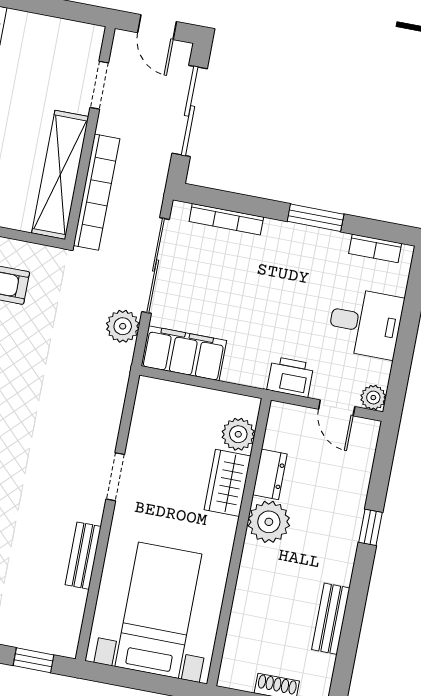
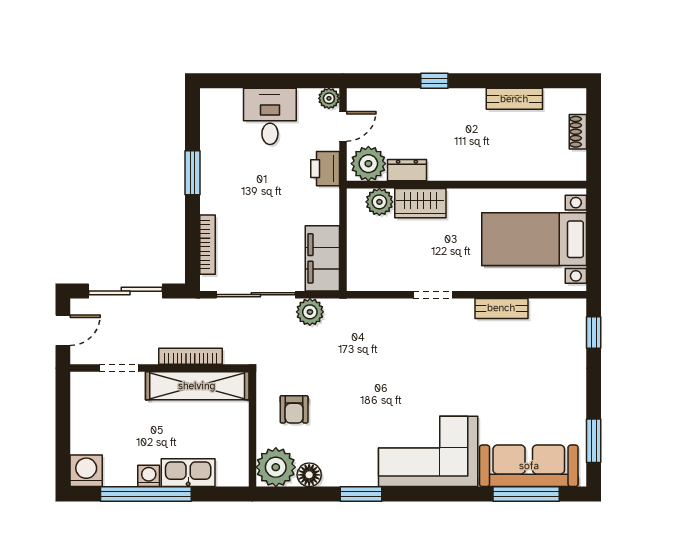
bookcase: (96, 192) -> (190, 356), width x0.68, depth x0.76
bookcase: (375, 248) -> (208, 120), removed
plant: (269, 522) -> (368, 164), moved

